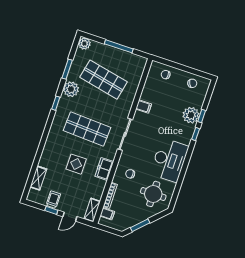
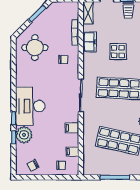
desk: (169, 160) -> (30, 106), moved
freezer: (104, 169) -> (90, 42), moved
filing cabinet: (107, 214) -> (72, 152), moved

